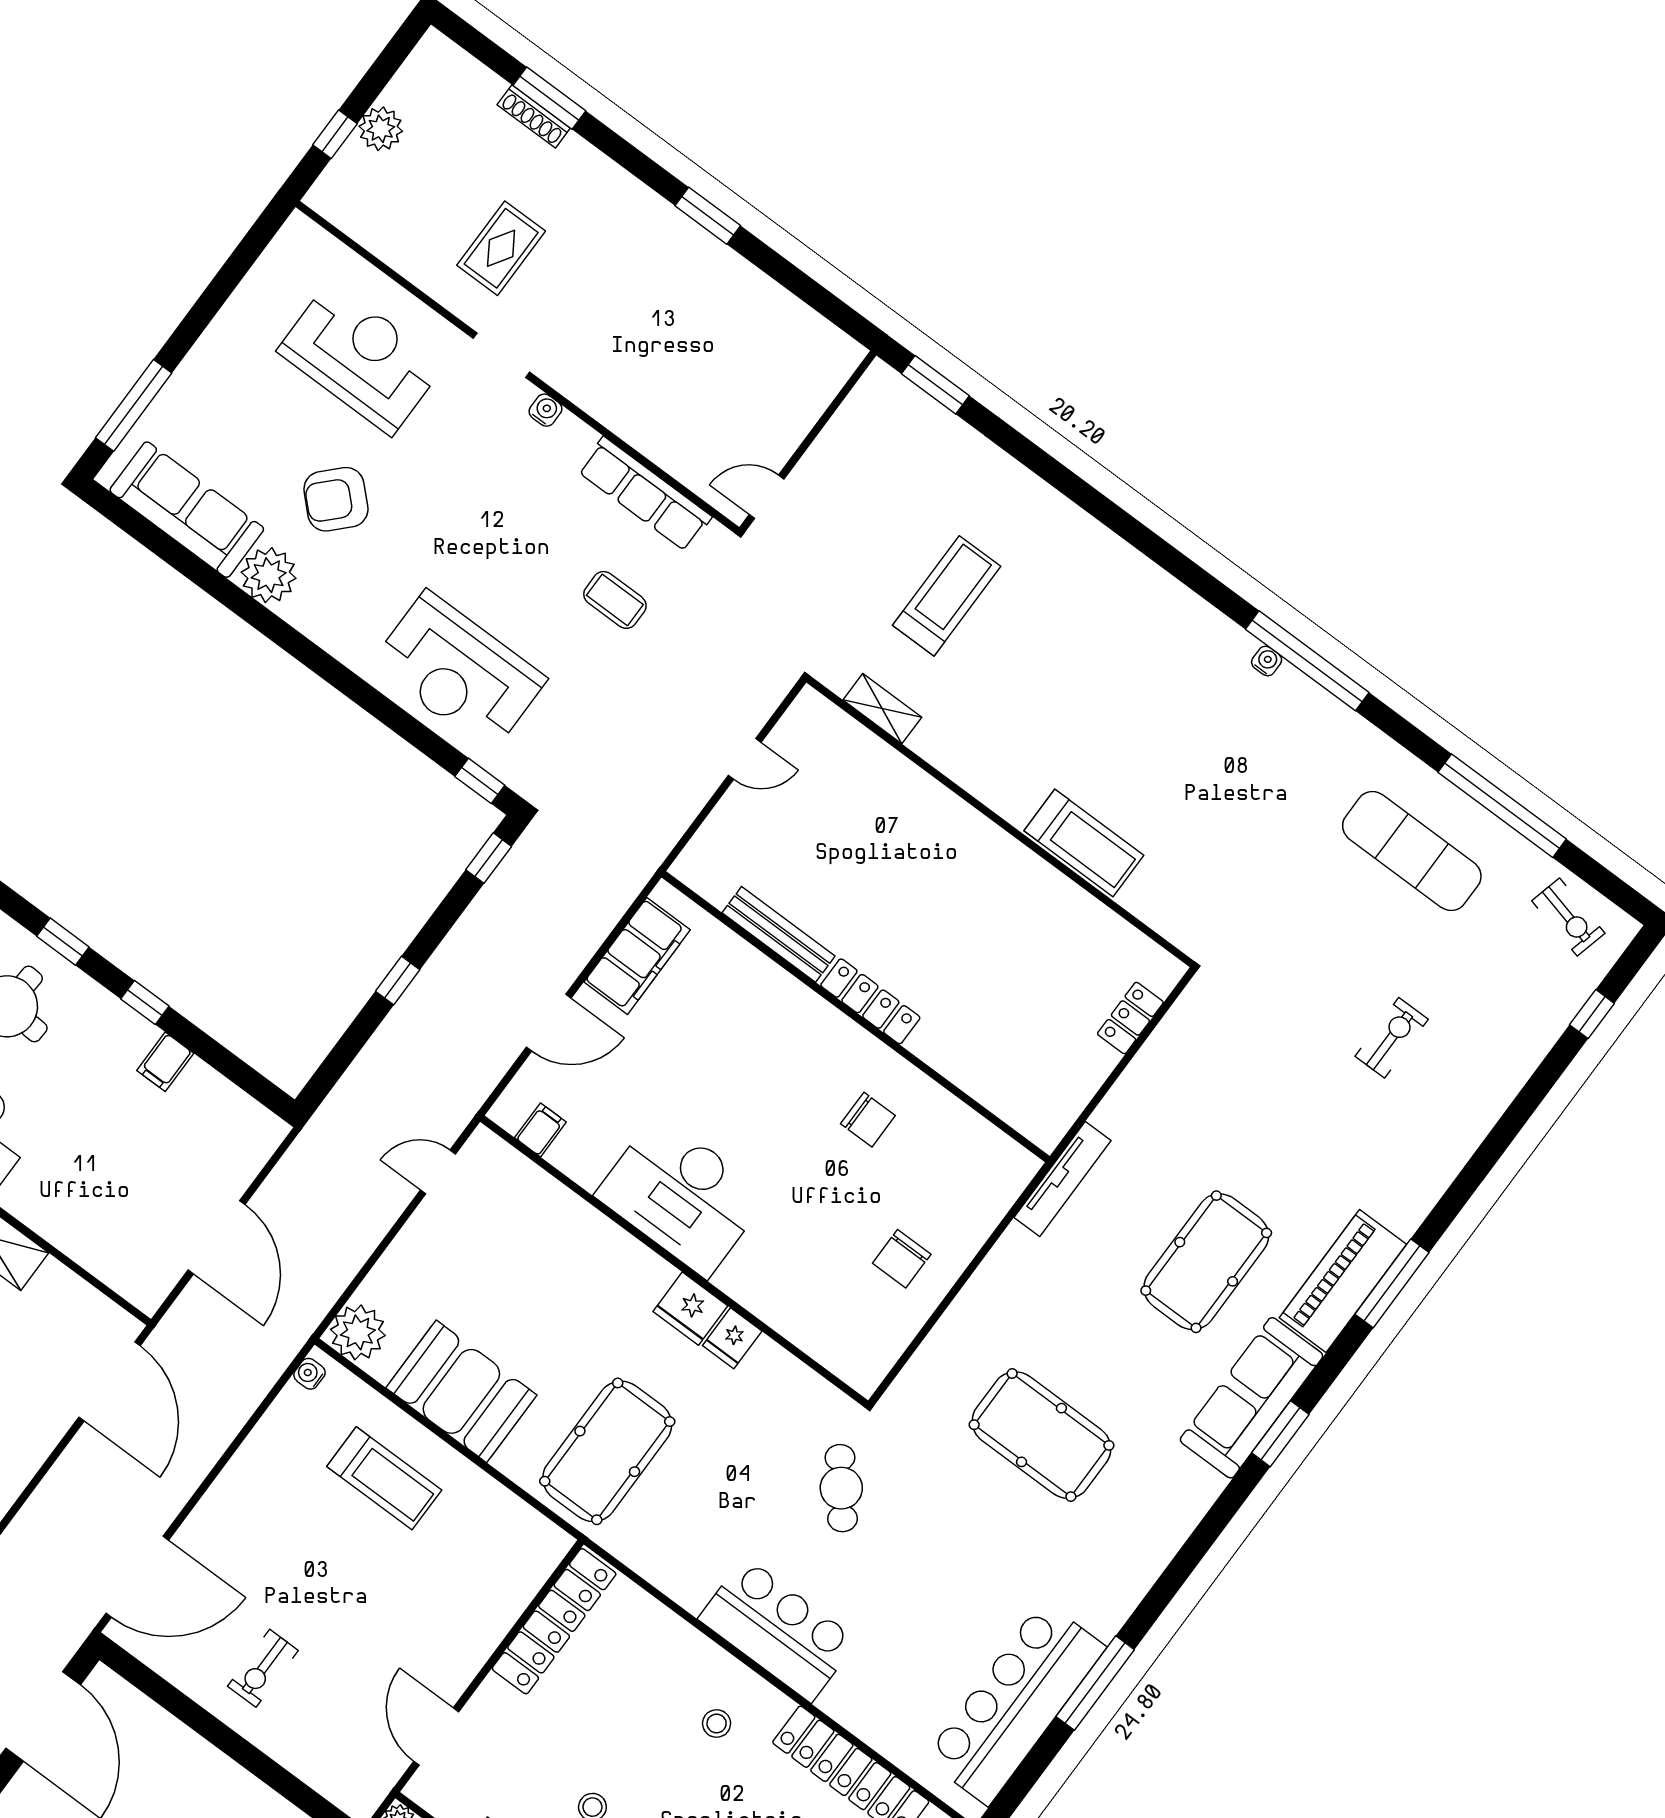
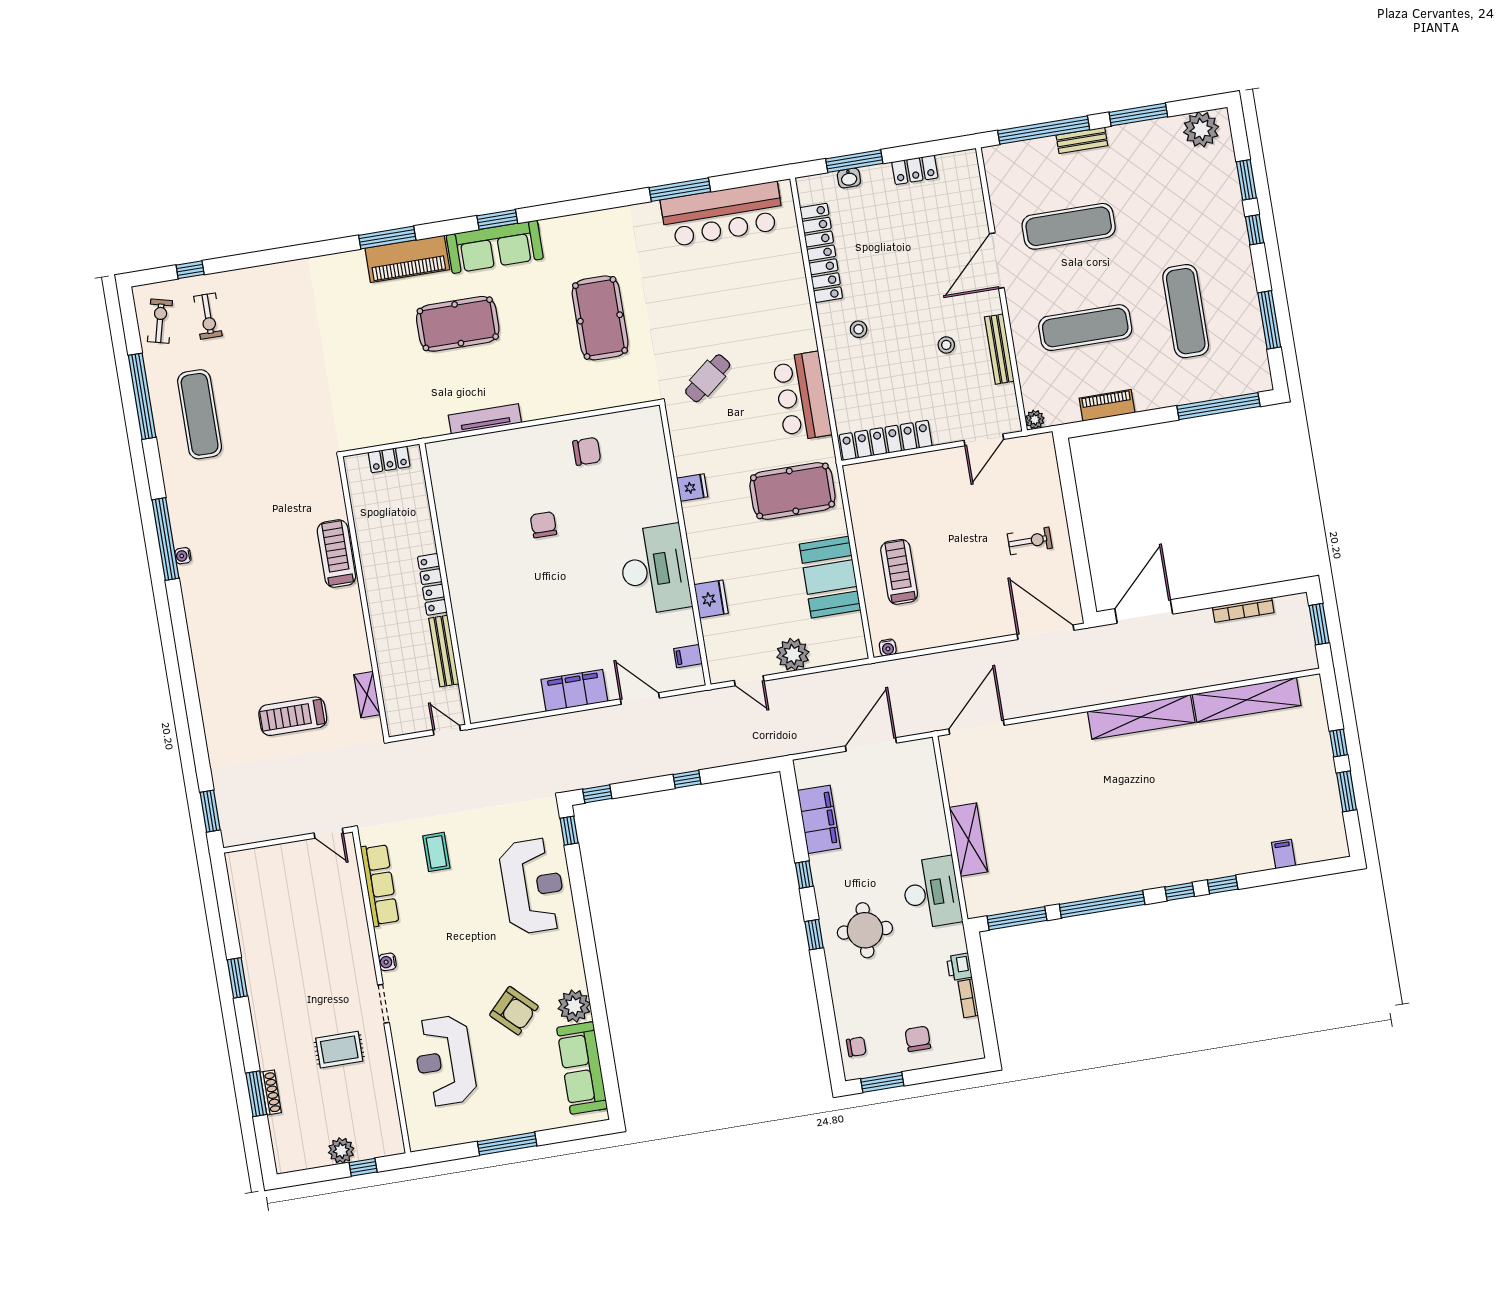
window: (134, 405) -> (507, 1144), moved
bench: (779, 934) -> (444, 651), moved
locker: (870, 1001) -> (432, 584), moved
wall: (856, 1017) -> (445, 584), moved
exercise bike: (1392, 1038) -> (208, 316), moved, turned -90
filing cabinet: (165, 1062) -> (819, 819), width x3.00, depth x1.17
fridge: (690, 1309) -> (711, 599), moved
plant: (358, 1332) -> (793, 654), moved
bar counter: (778, 1630) -> (802, 397), moved

